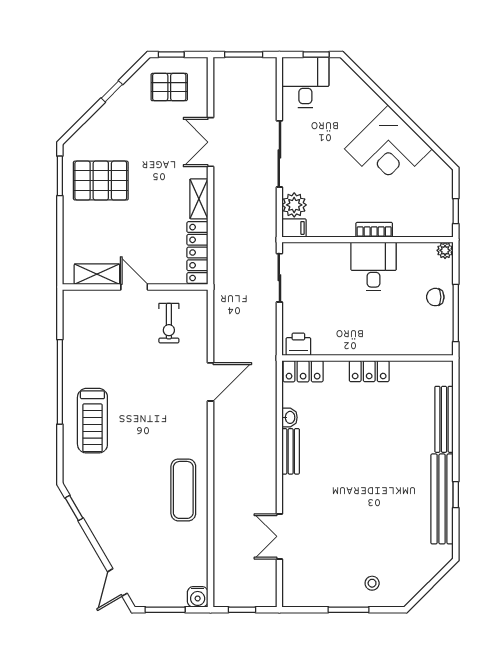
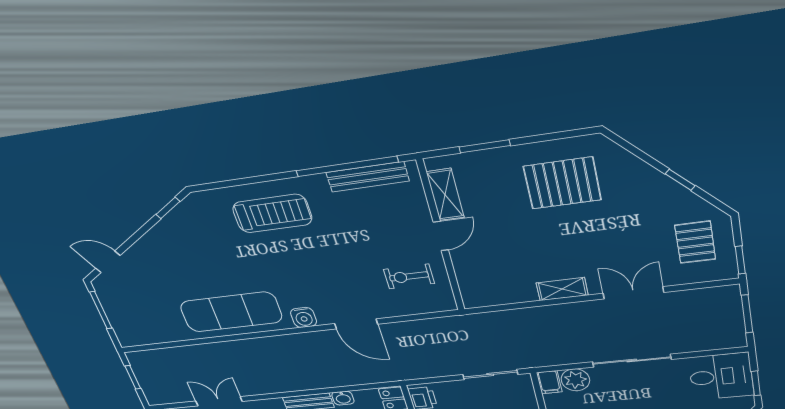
window: (171, 55) -> (740, 260), moved
window: (60, 176) -> (485, 146), moved
pallet: (101, 181) -> (562, 183), turned 90
locker: (197, 253) -> (498, 295), removed
bench: (72, 332) -> (368, 177), added
window: (60, 382) -> (347, 166), moved
treadmill: (92, 421) -> (272, 213), turned 180
exercise mat: (183, 490) -> (231, 312), width x1.36, depth x1.45
water cooler: (198, 597) -> (304, 317), moved, turned -90

